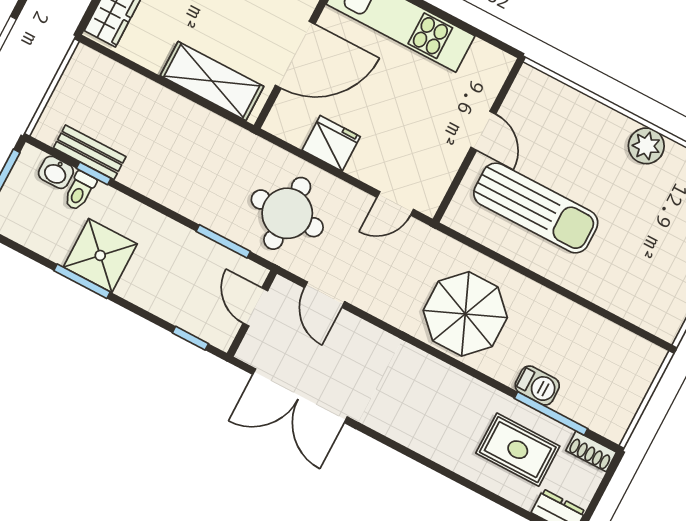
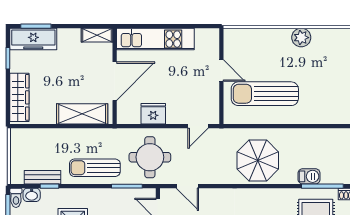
sun lounger: (186, 182) -> (95, 168), added
toilet: (80, 191) -> (16, 198), moved
sun lounger: (536, 208) -> (265, 94), turned 180

